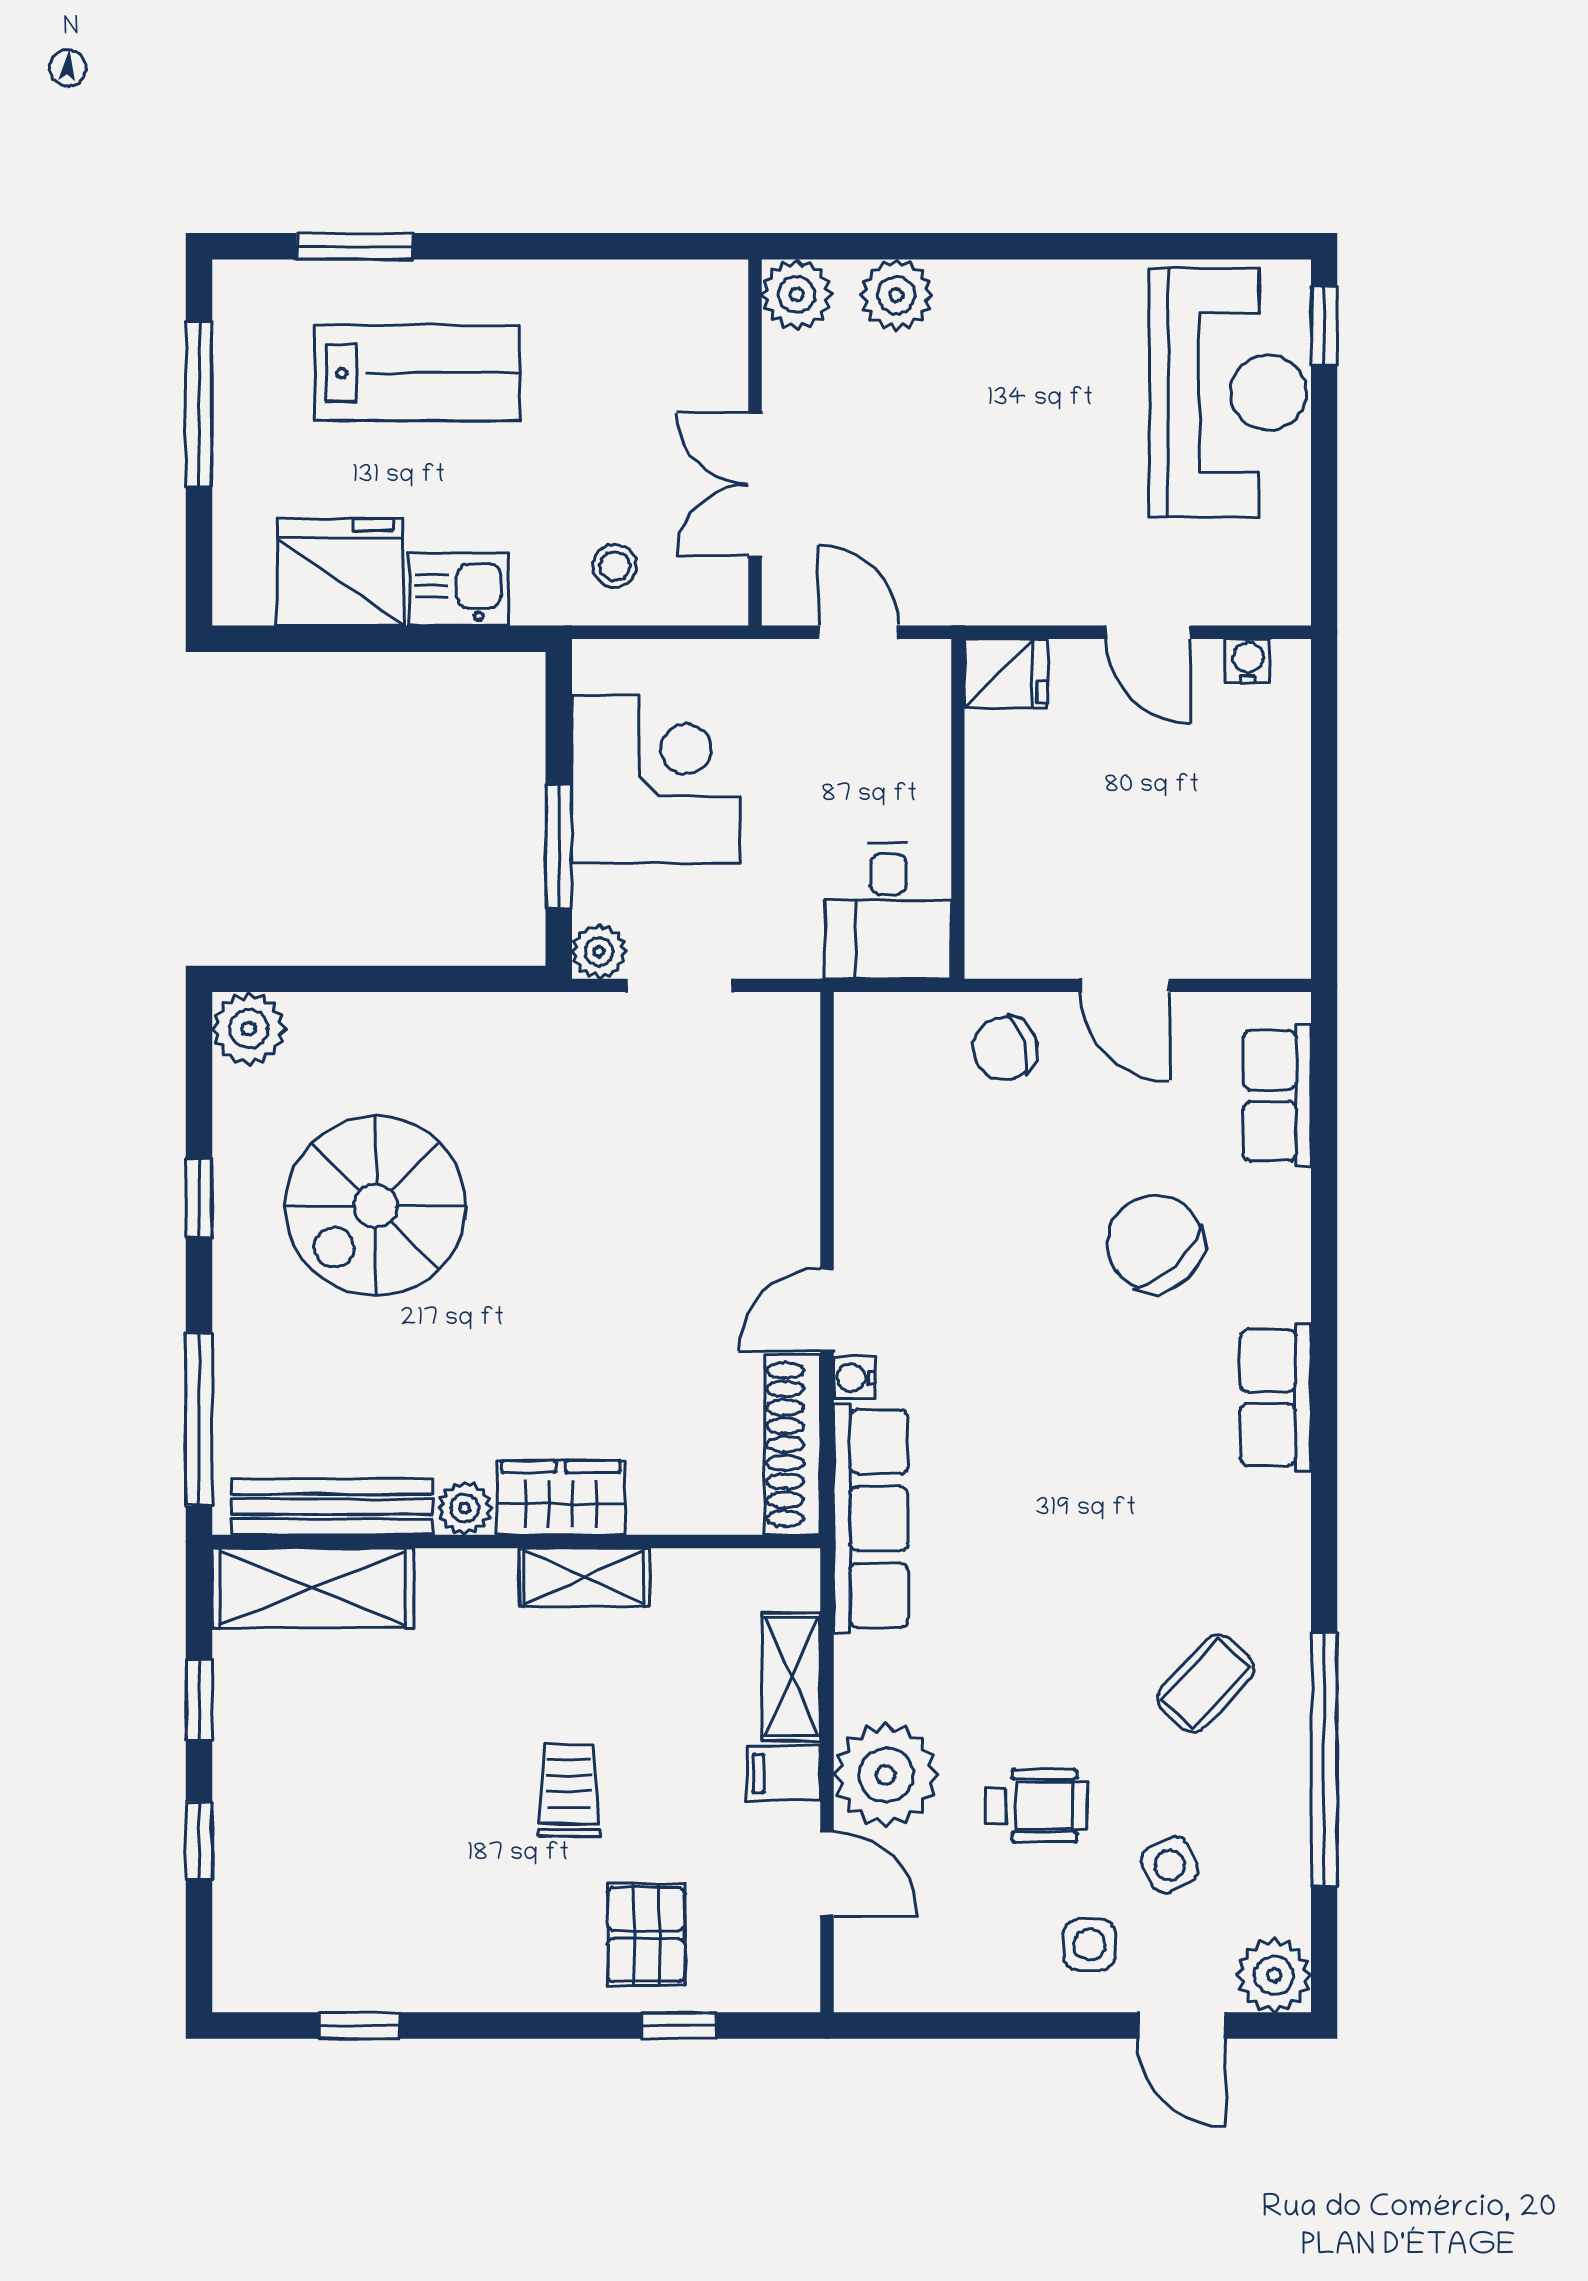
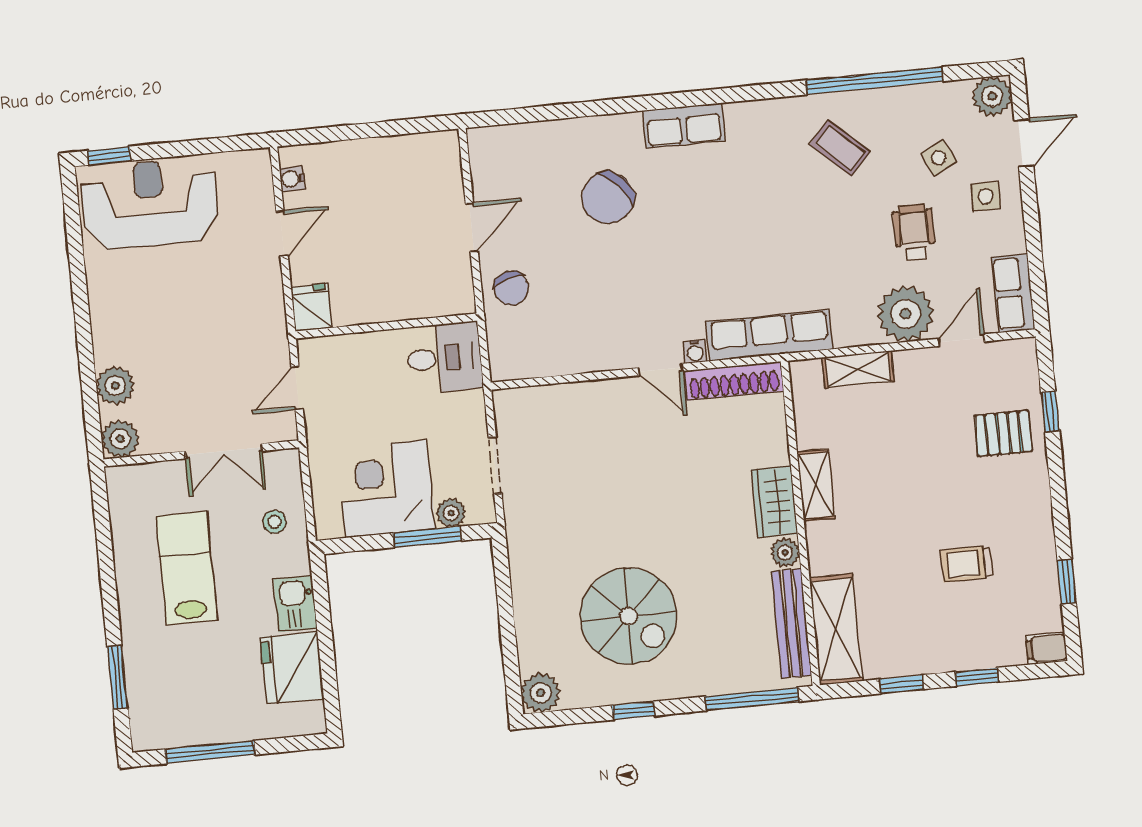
lab bench: (417, 373) -> (187, 568), moved
plant: (599, 952) -> (451, 513), moved
row of seats: (1277, 1096) -> (1013, 293), moved, turned 90
filing cabinet: (784, 1774) -> (1047, 648), moved, turned 90
trolley: (569, 1790) -> (967, 564), moved

